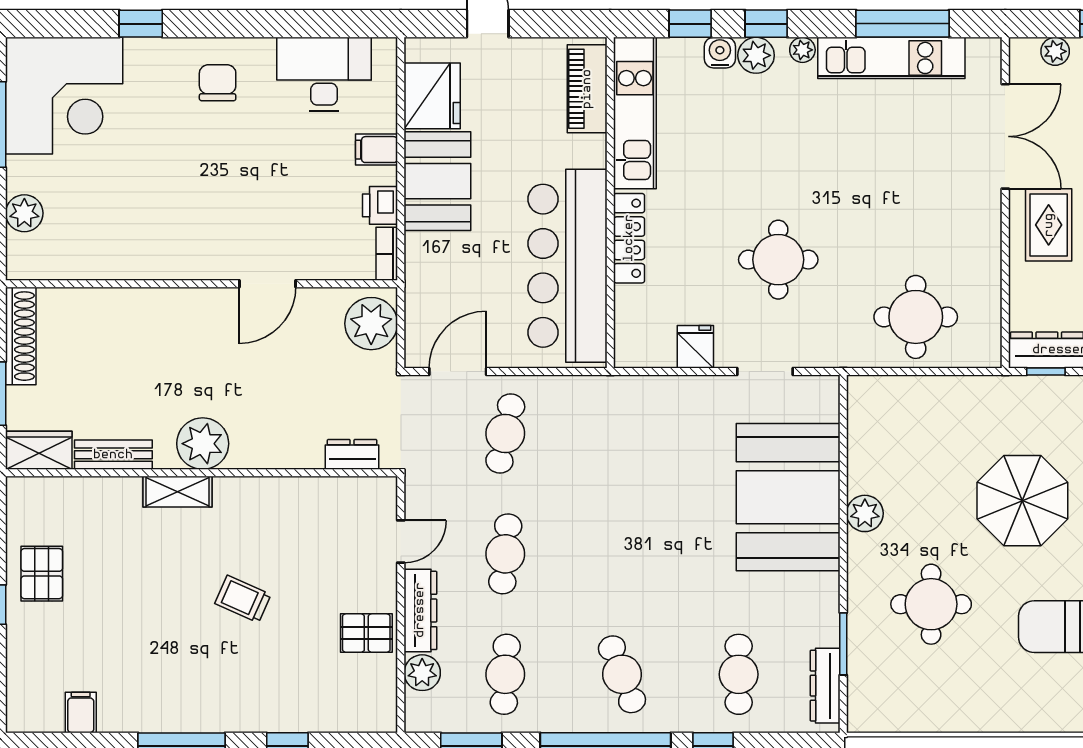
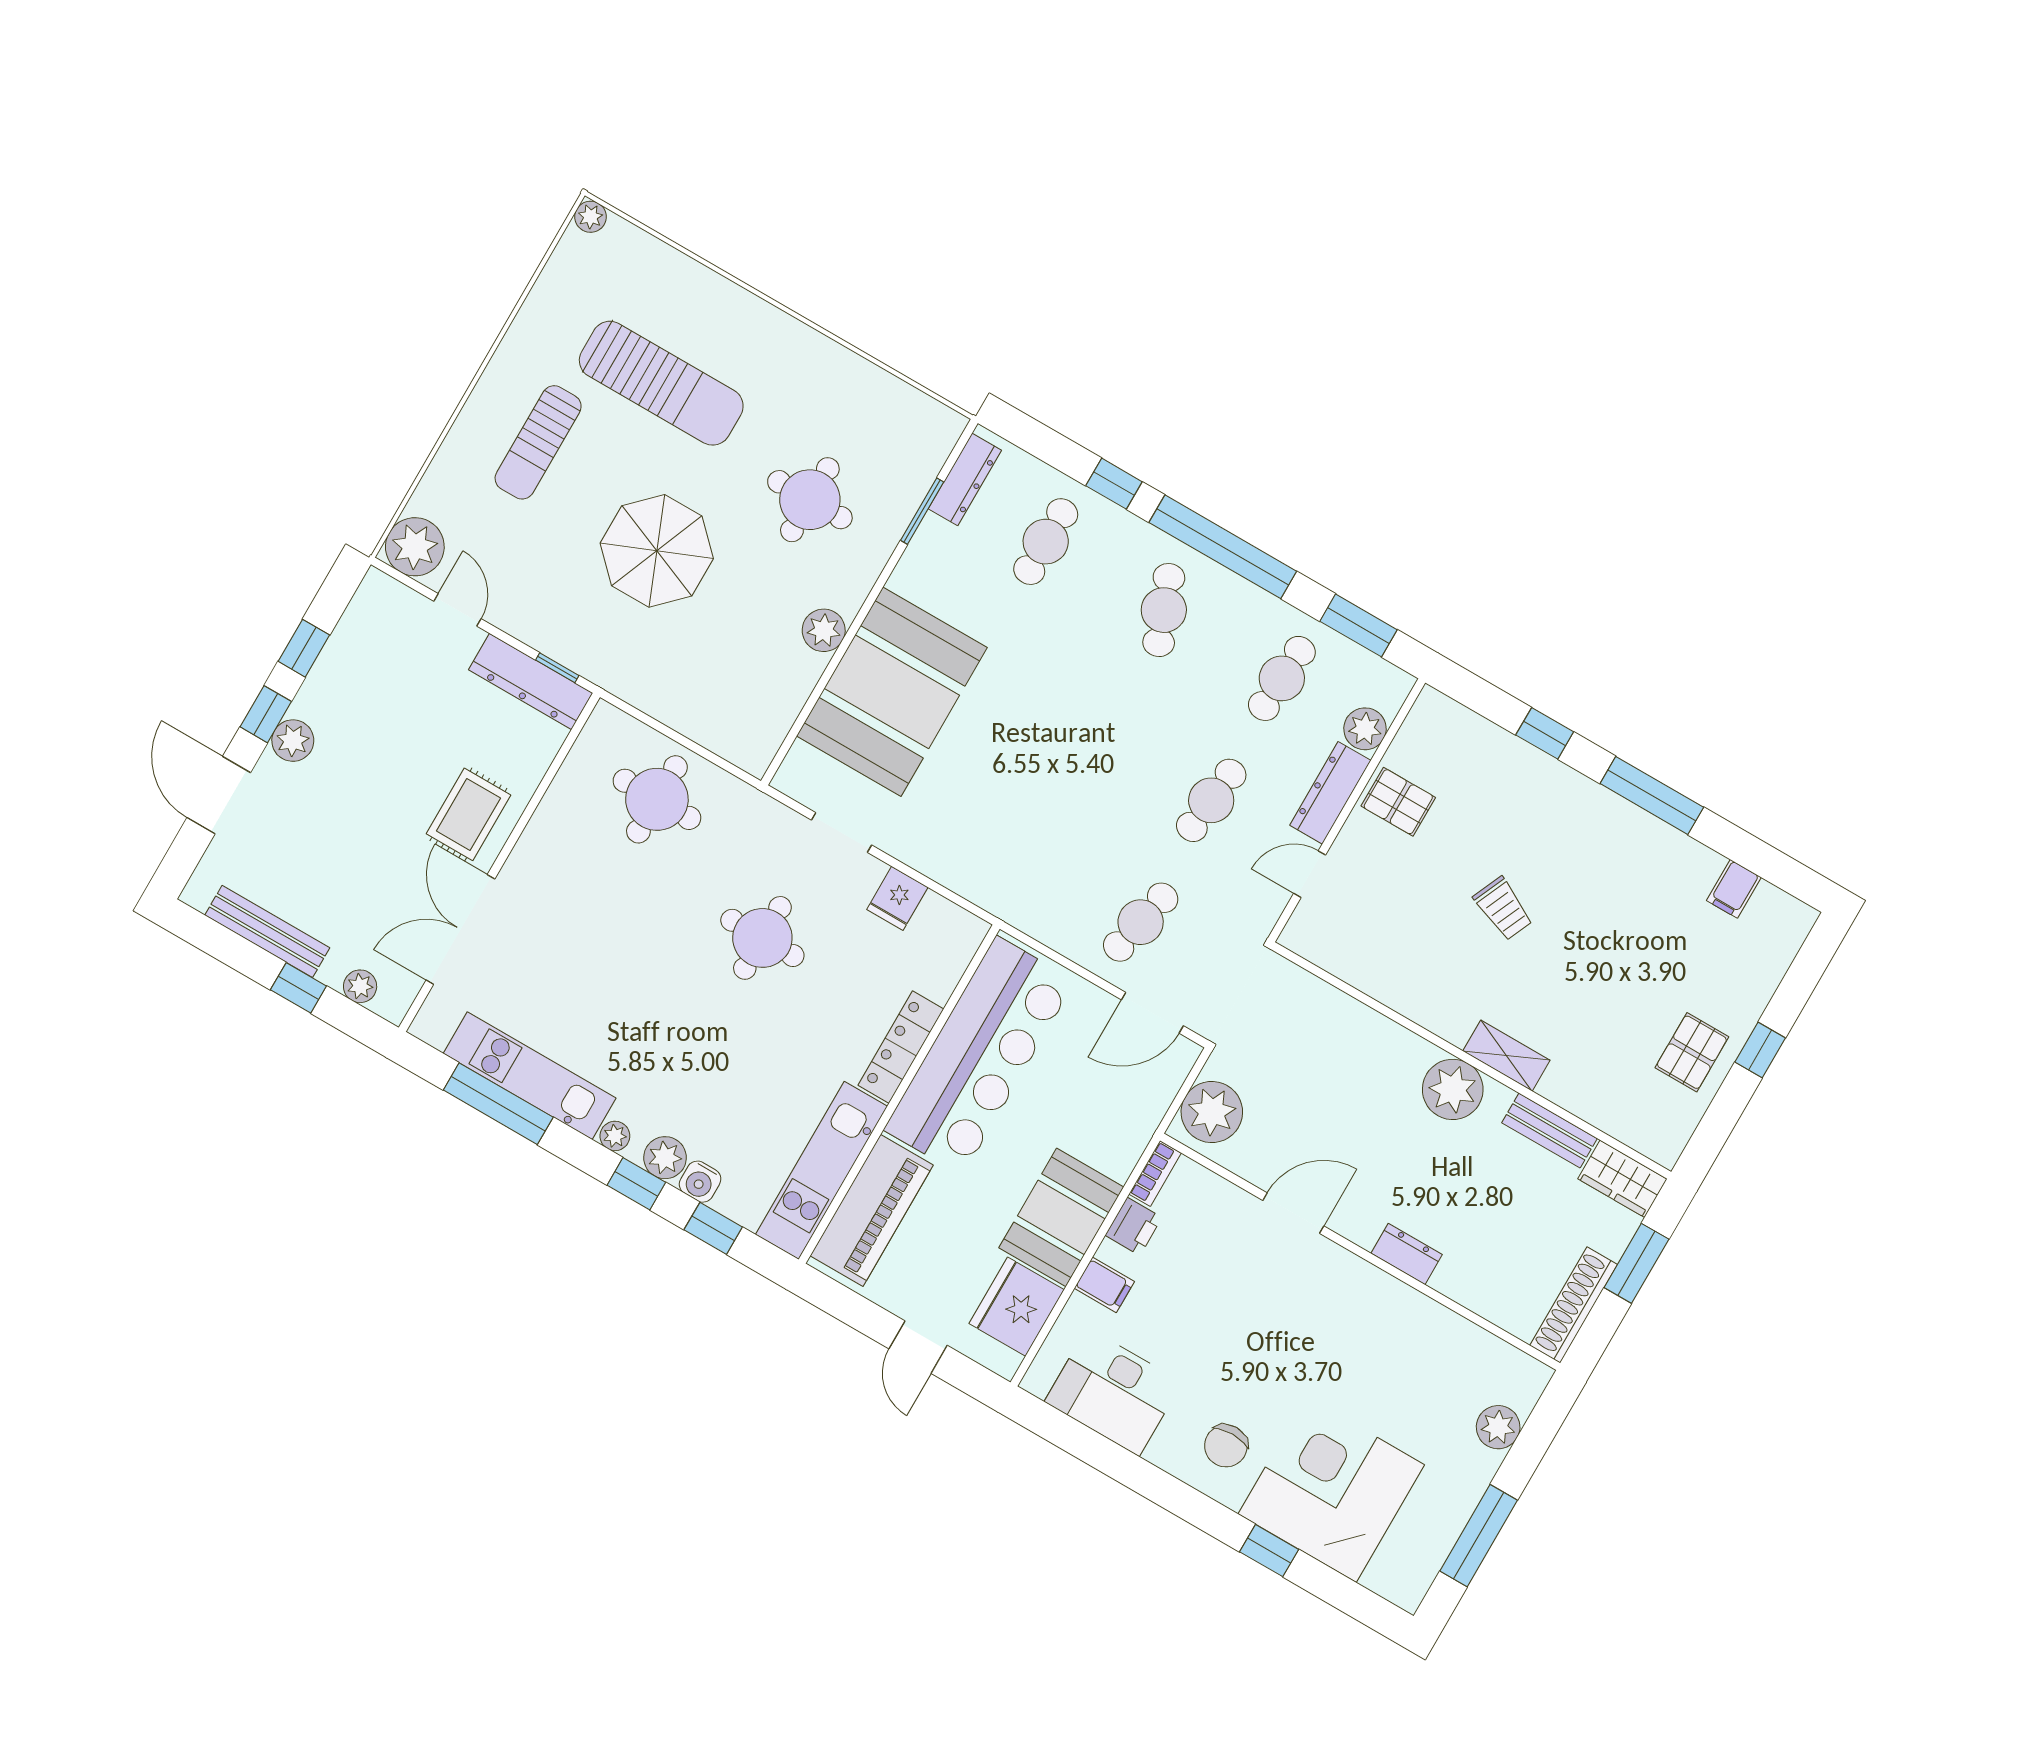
piano: (587, 89) -> (872, 1210), width x1.37, depth x1.33
corner desk: (64, 96) -> (1331, 1489), moved
dresser: (352, 454) -> (1407, 1254), moved, turned 180

